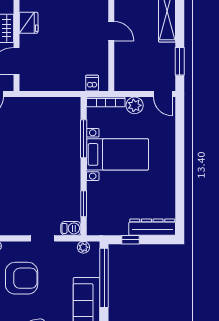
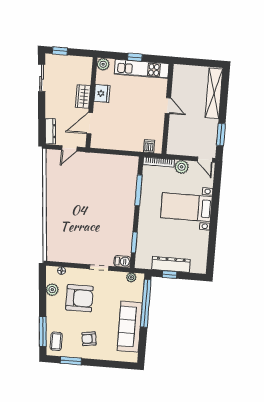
bed with nightstands: (117, 154) -> (186, 207), moved, turned 180
dresser: (152, 227) -> (171, 264), moved

